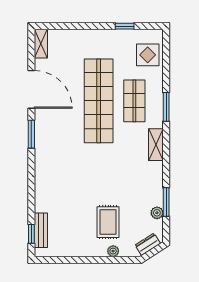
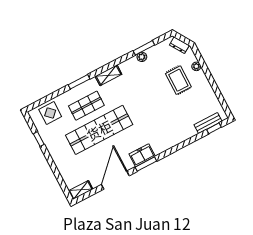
freezer: (44, 135) -> (142, 155), added
plant: (157, 213) -> (142, 57), moved
rug: (108, 222) -> (178, 80), turned 90

